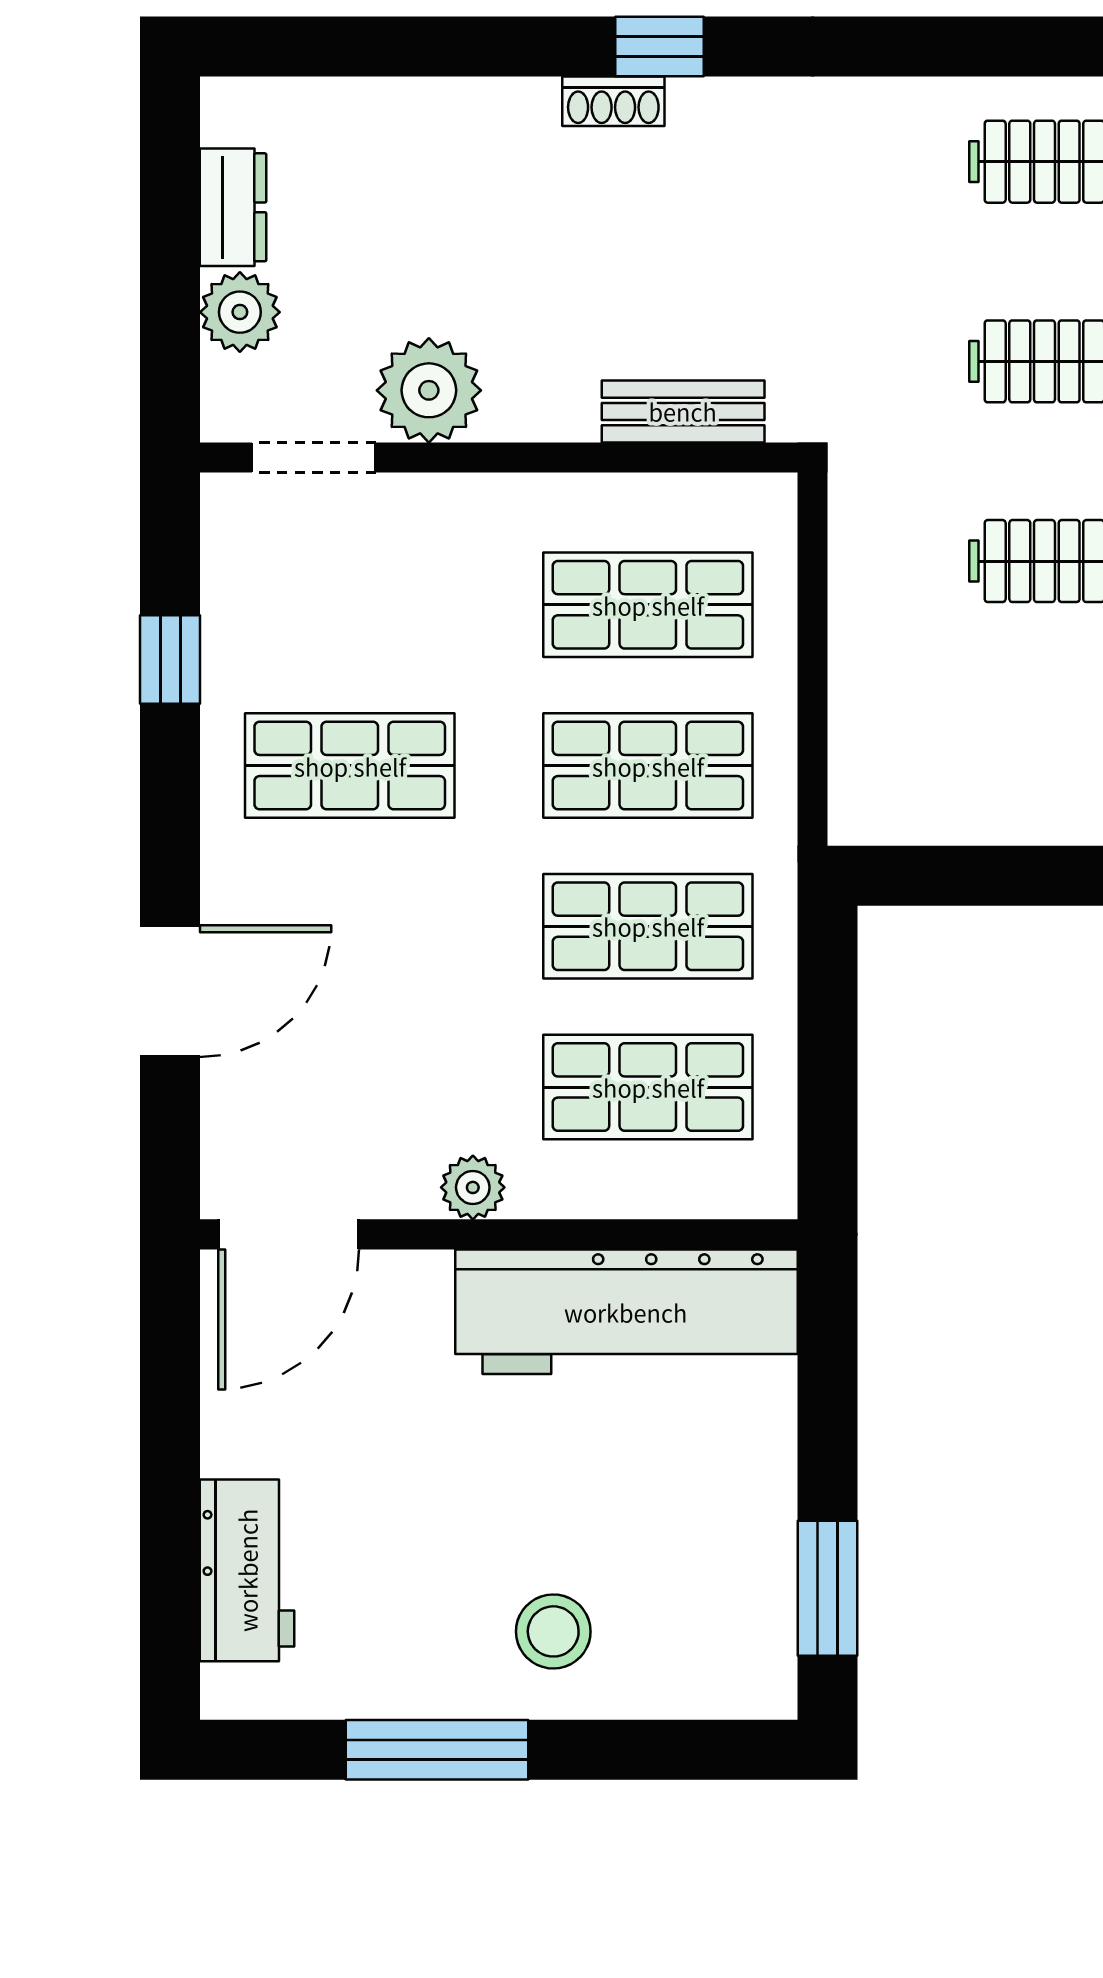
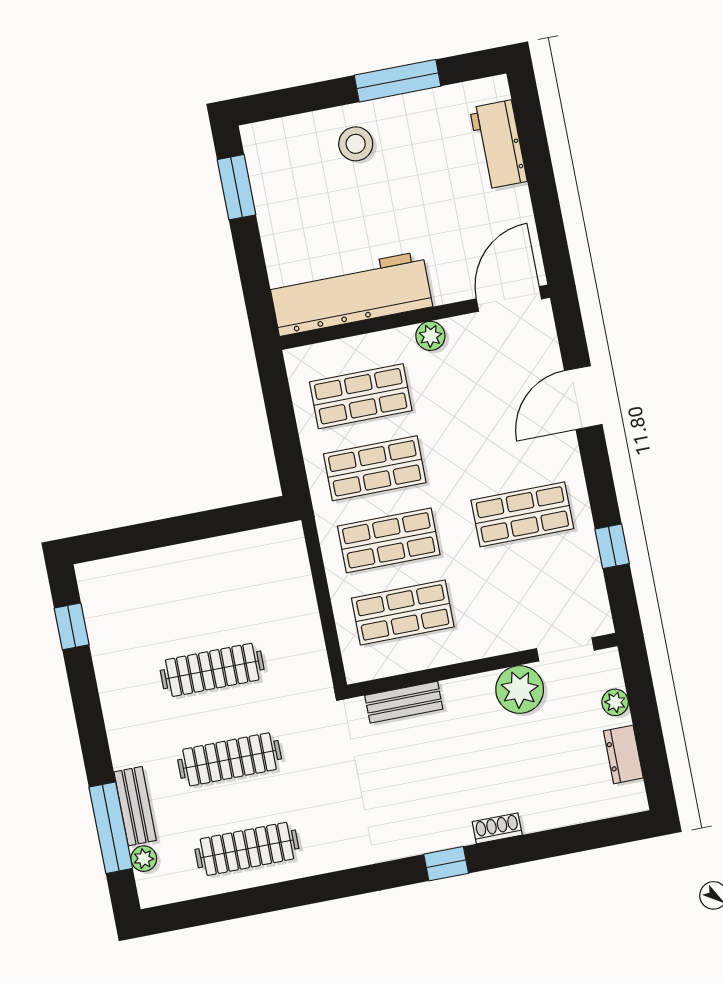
shoe rack: (613, 101) -> (497, 828), moved
plant: (240, 312) -> (615, 702), width x0.73, depth x0.73

